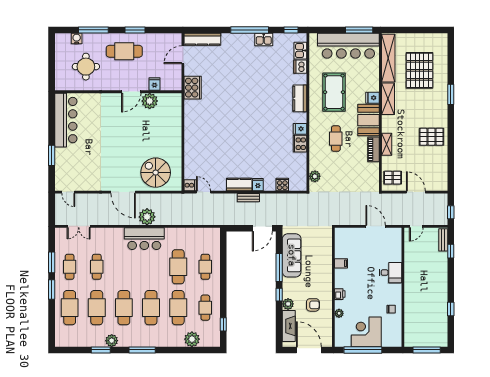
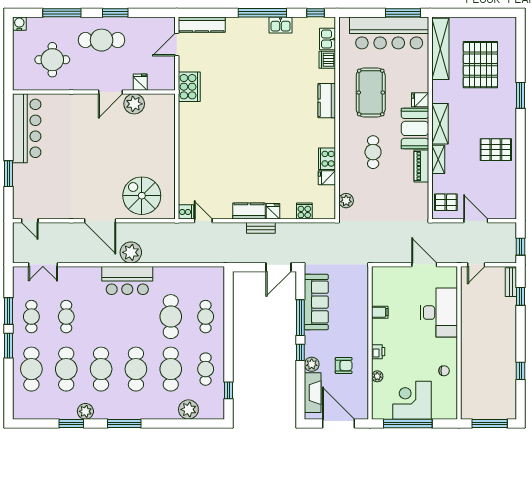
water cooler: (77, 38) -> (19, 24), moved
shelving: (388, 99) -> (440, 124), moved
fridge: (300, 129) -> (327, 178), moved
desk: (391, 273) -> (439, 313), width x1.87, depth x1.30

